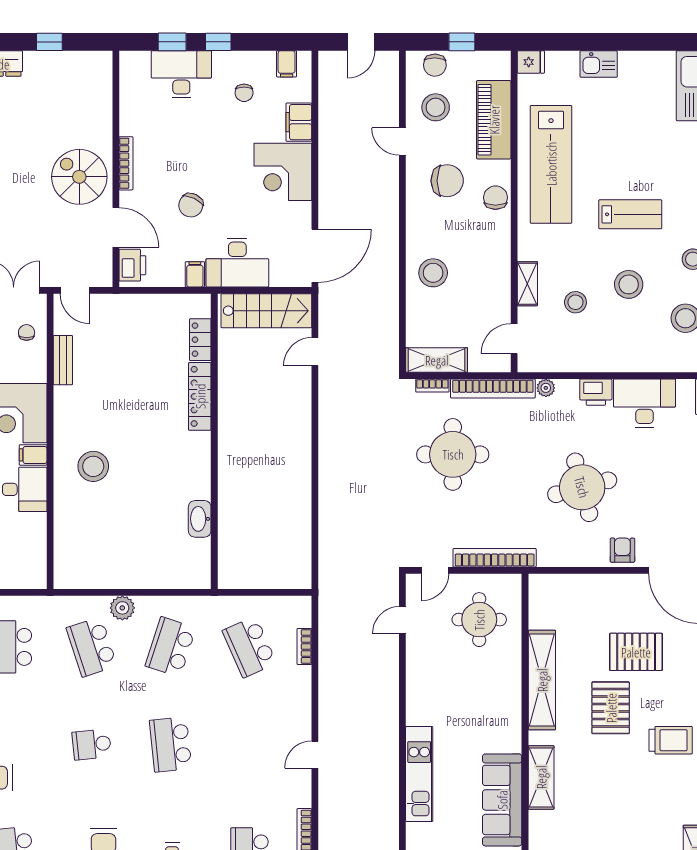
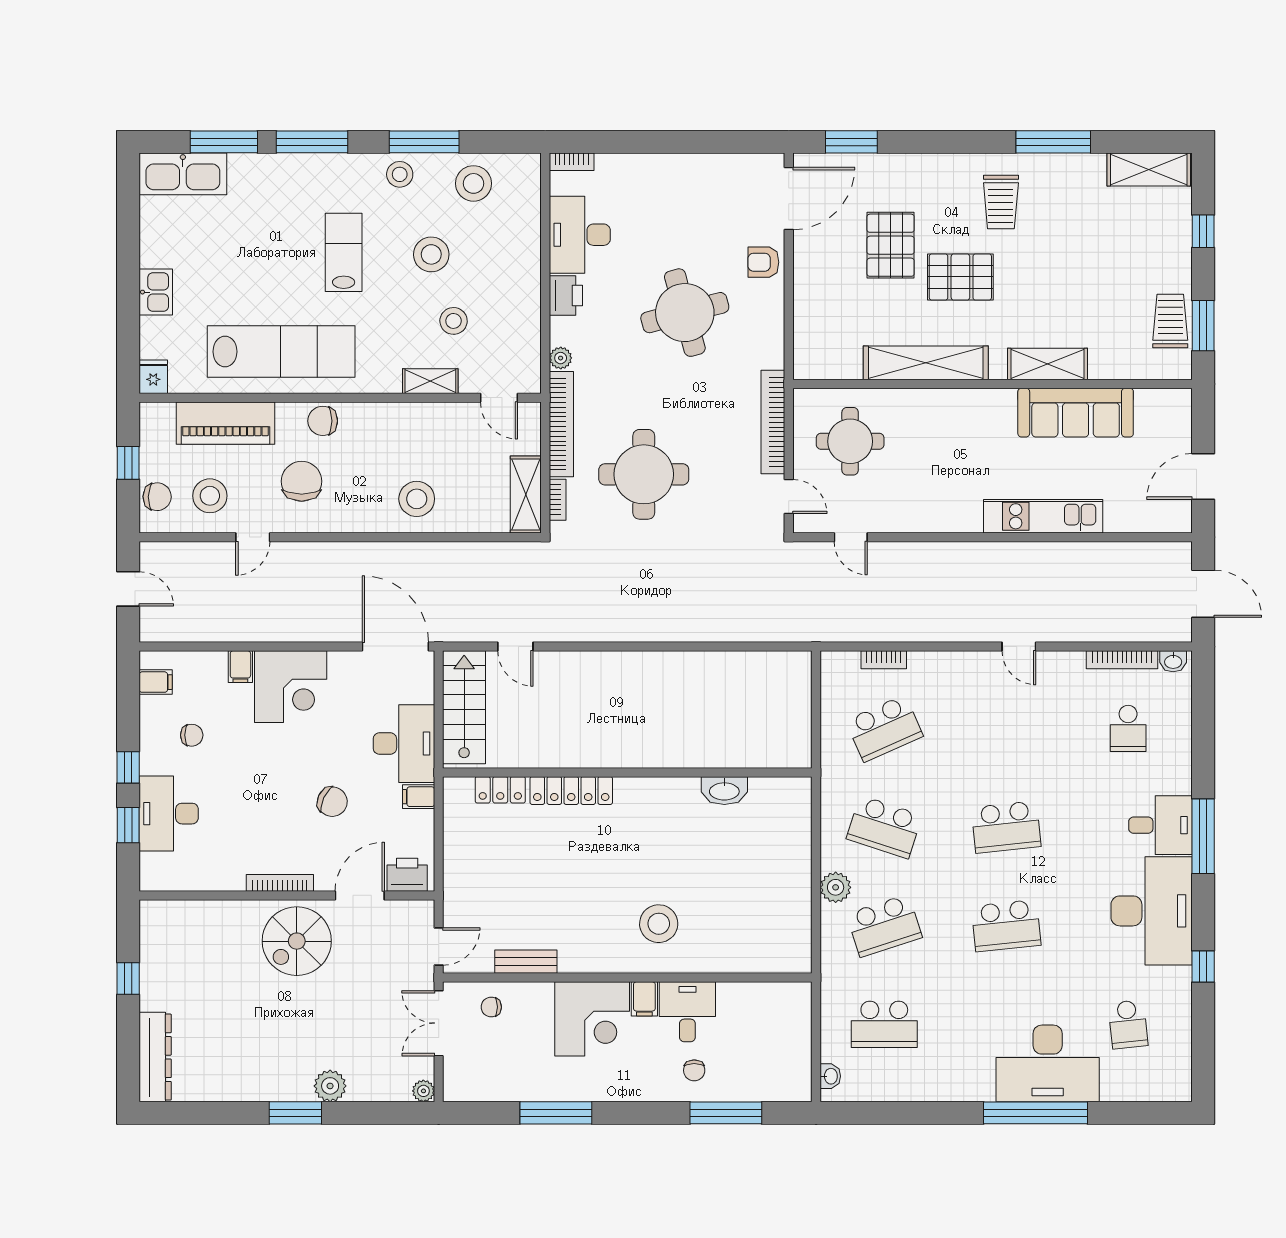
filing cabinet: (299, 122) -> (240, 667), width x0.50
trolley: (671, 740) -> (1001, 202), turned 180
school desk: (92, 744) -> (1006, 926), width x1.85

